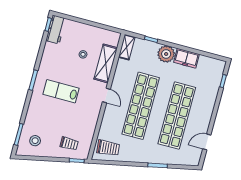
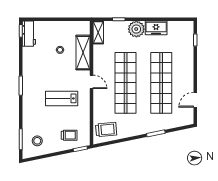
lab bench: (61, 91) -> (62, 98), moved

